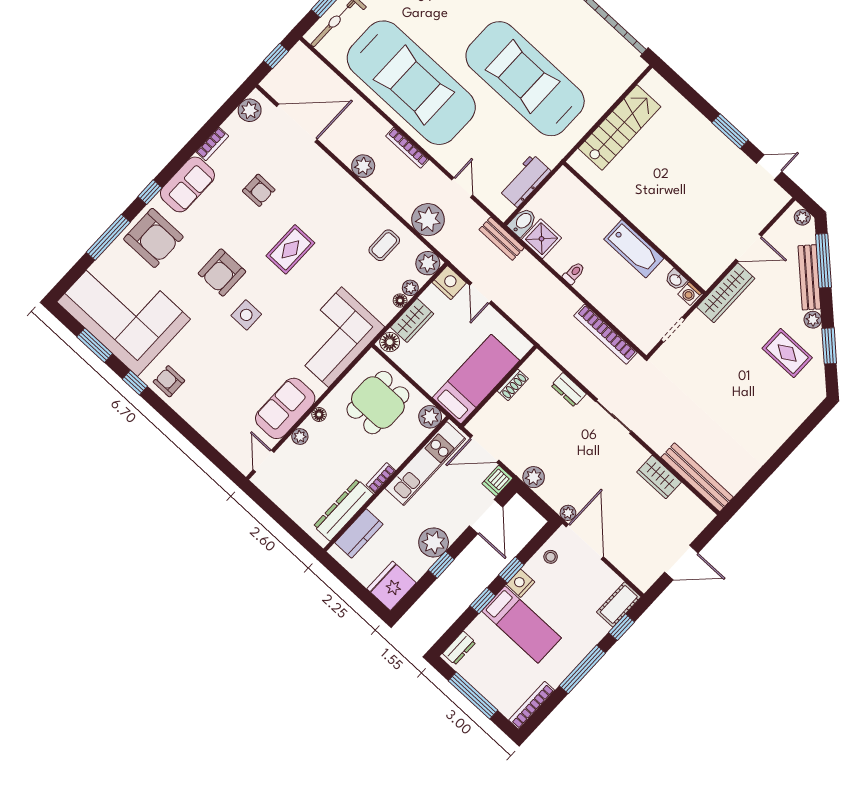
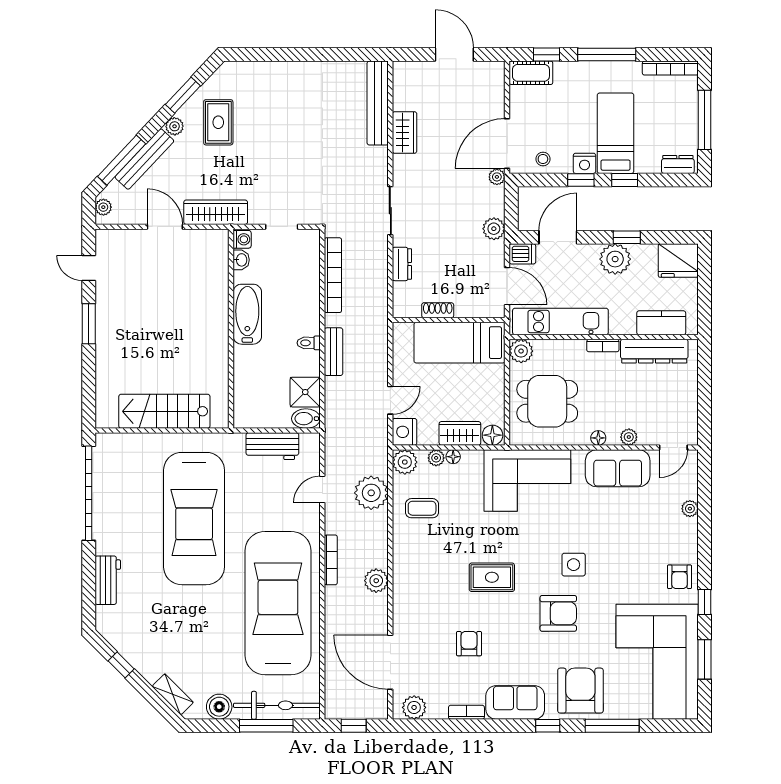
bench: (502, 239) -> (334, 352), moved
plant: (210, 433) -> (690, 509), added

